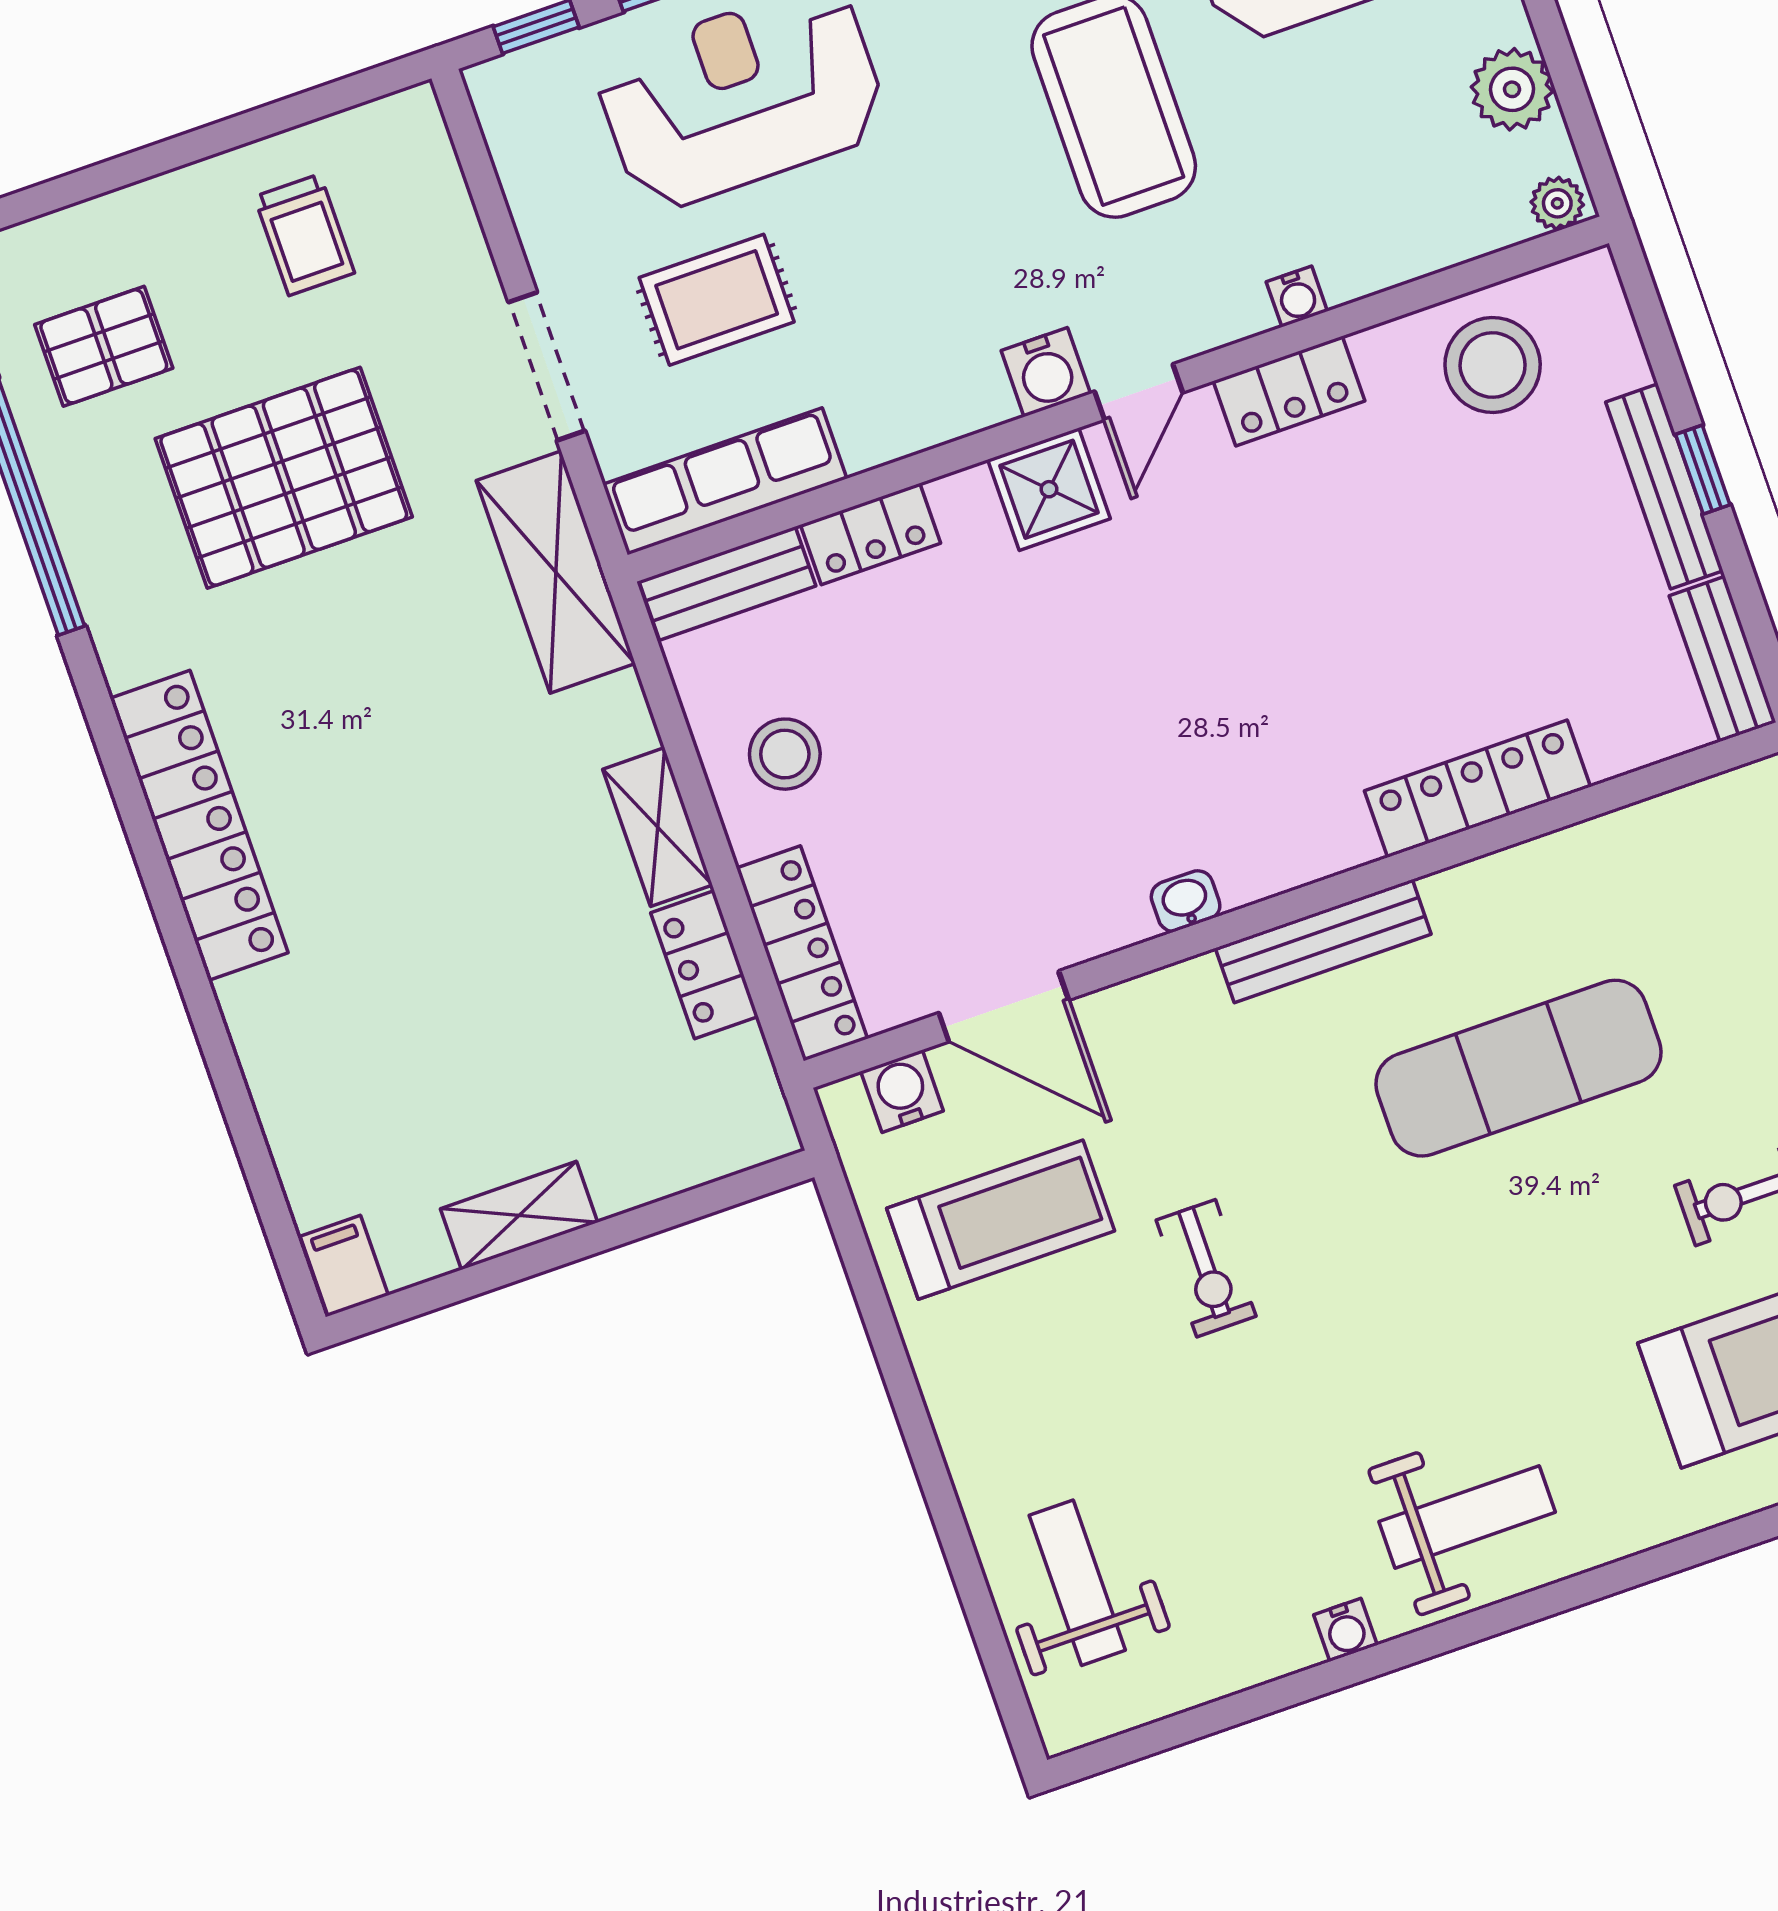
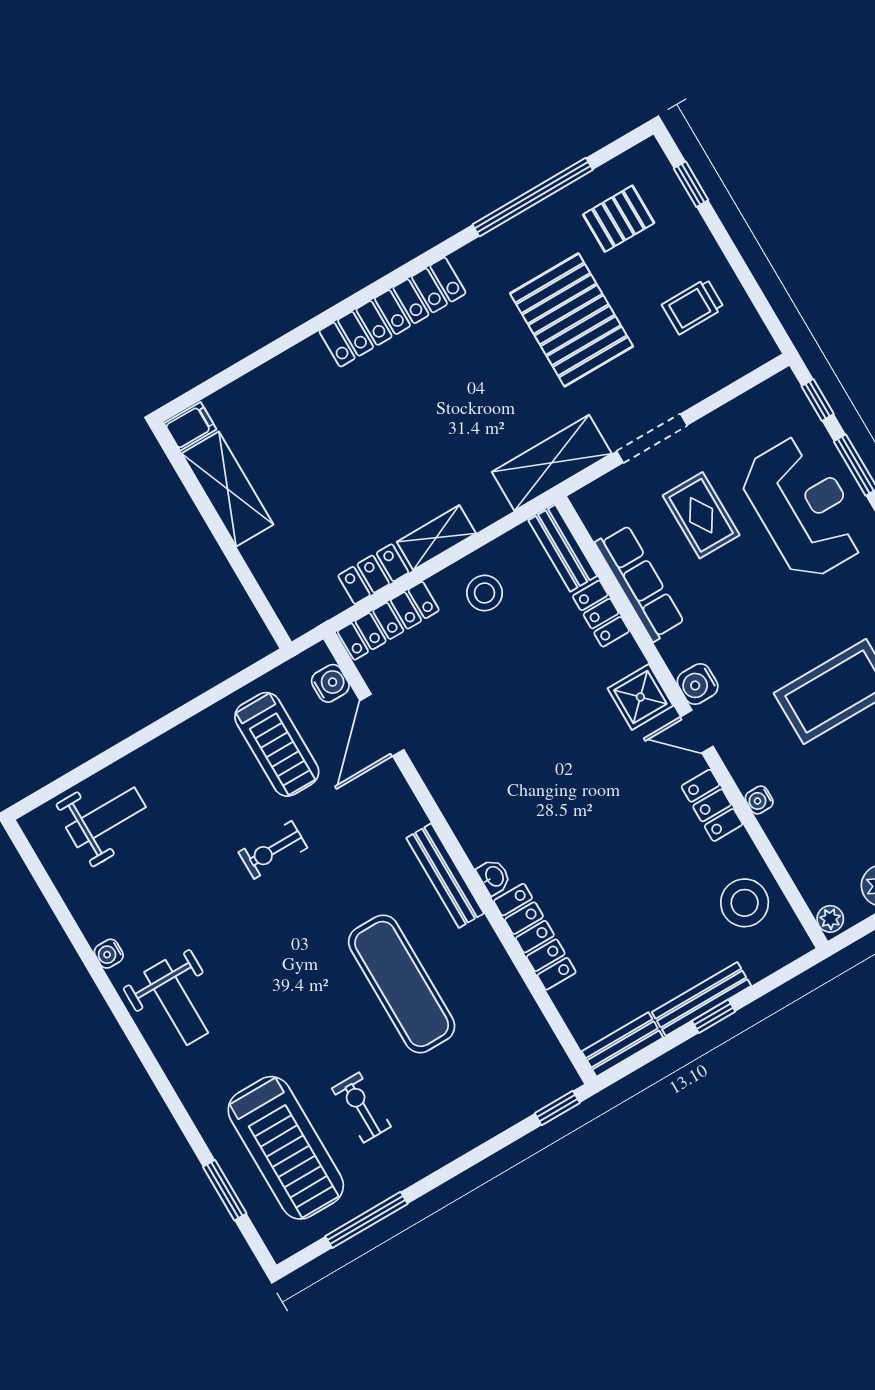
window: (64, 191) -> (691, 184), added
pallet: (104, 346) -> (619, 219), turned 90
row of seats: (725, 481) -> (640, 583), moved
washbasin: (1186, 901) -> (494, 877), moved
shelving: (519, 1216) -> (228, 489), width x1.50, depth x1.33

